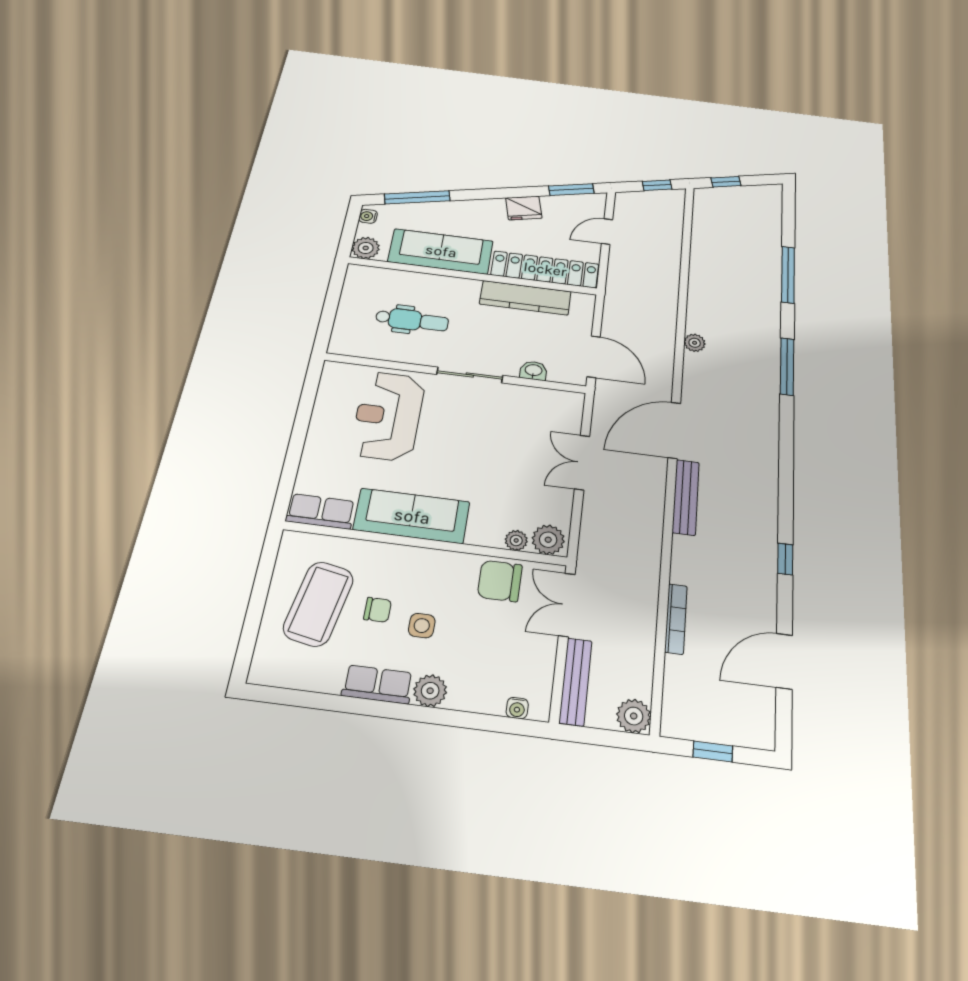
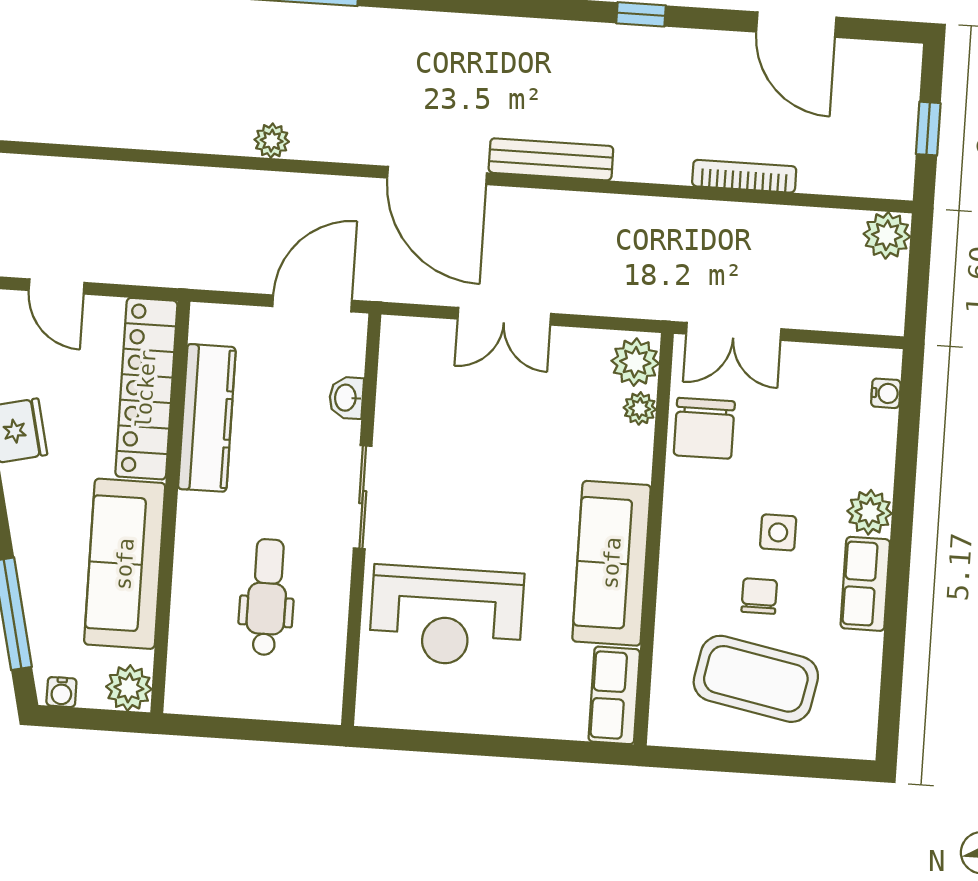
bench: (576, 681) -> (844, 315), removed

